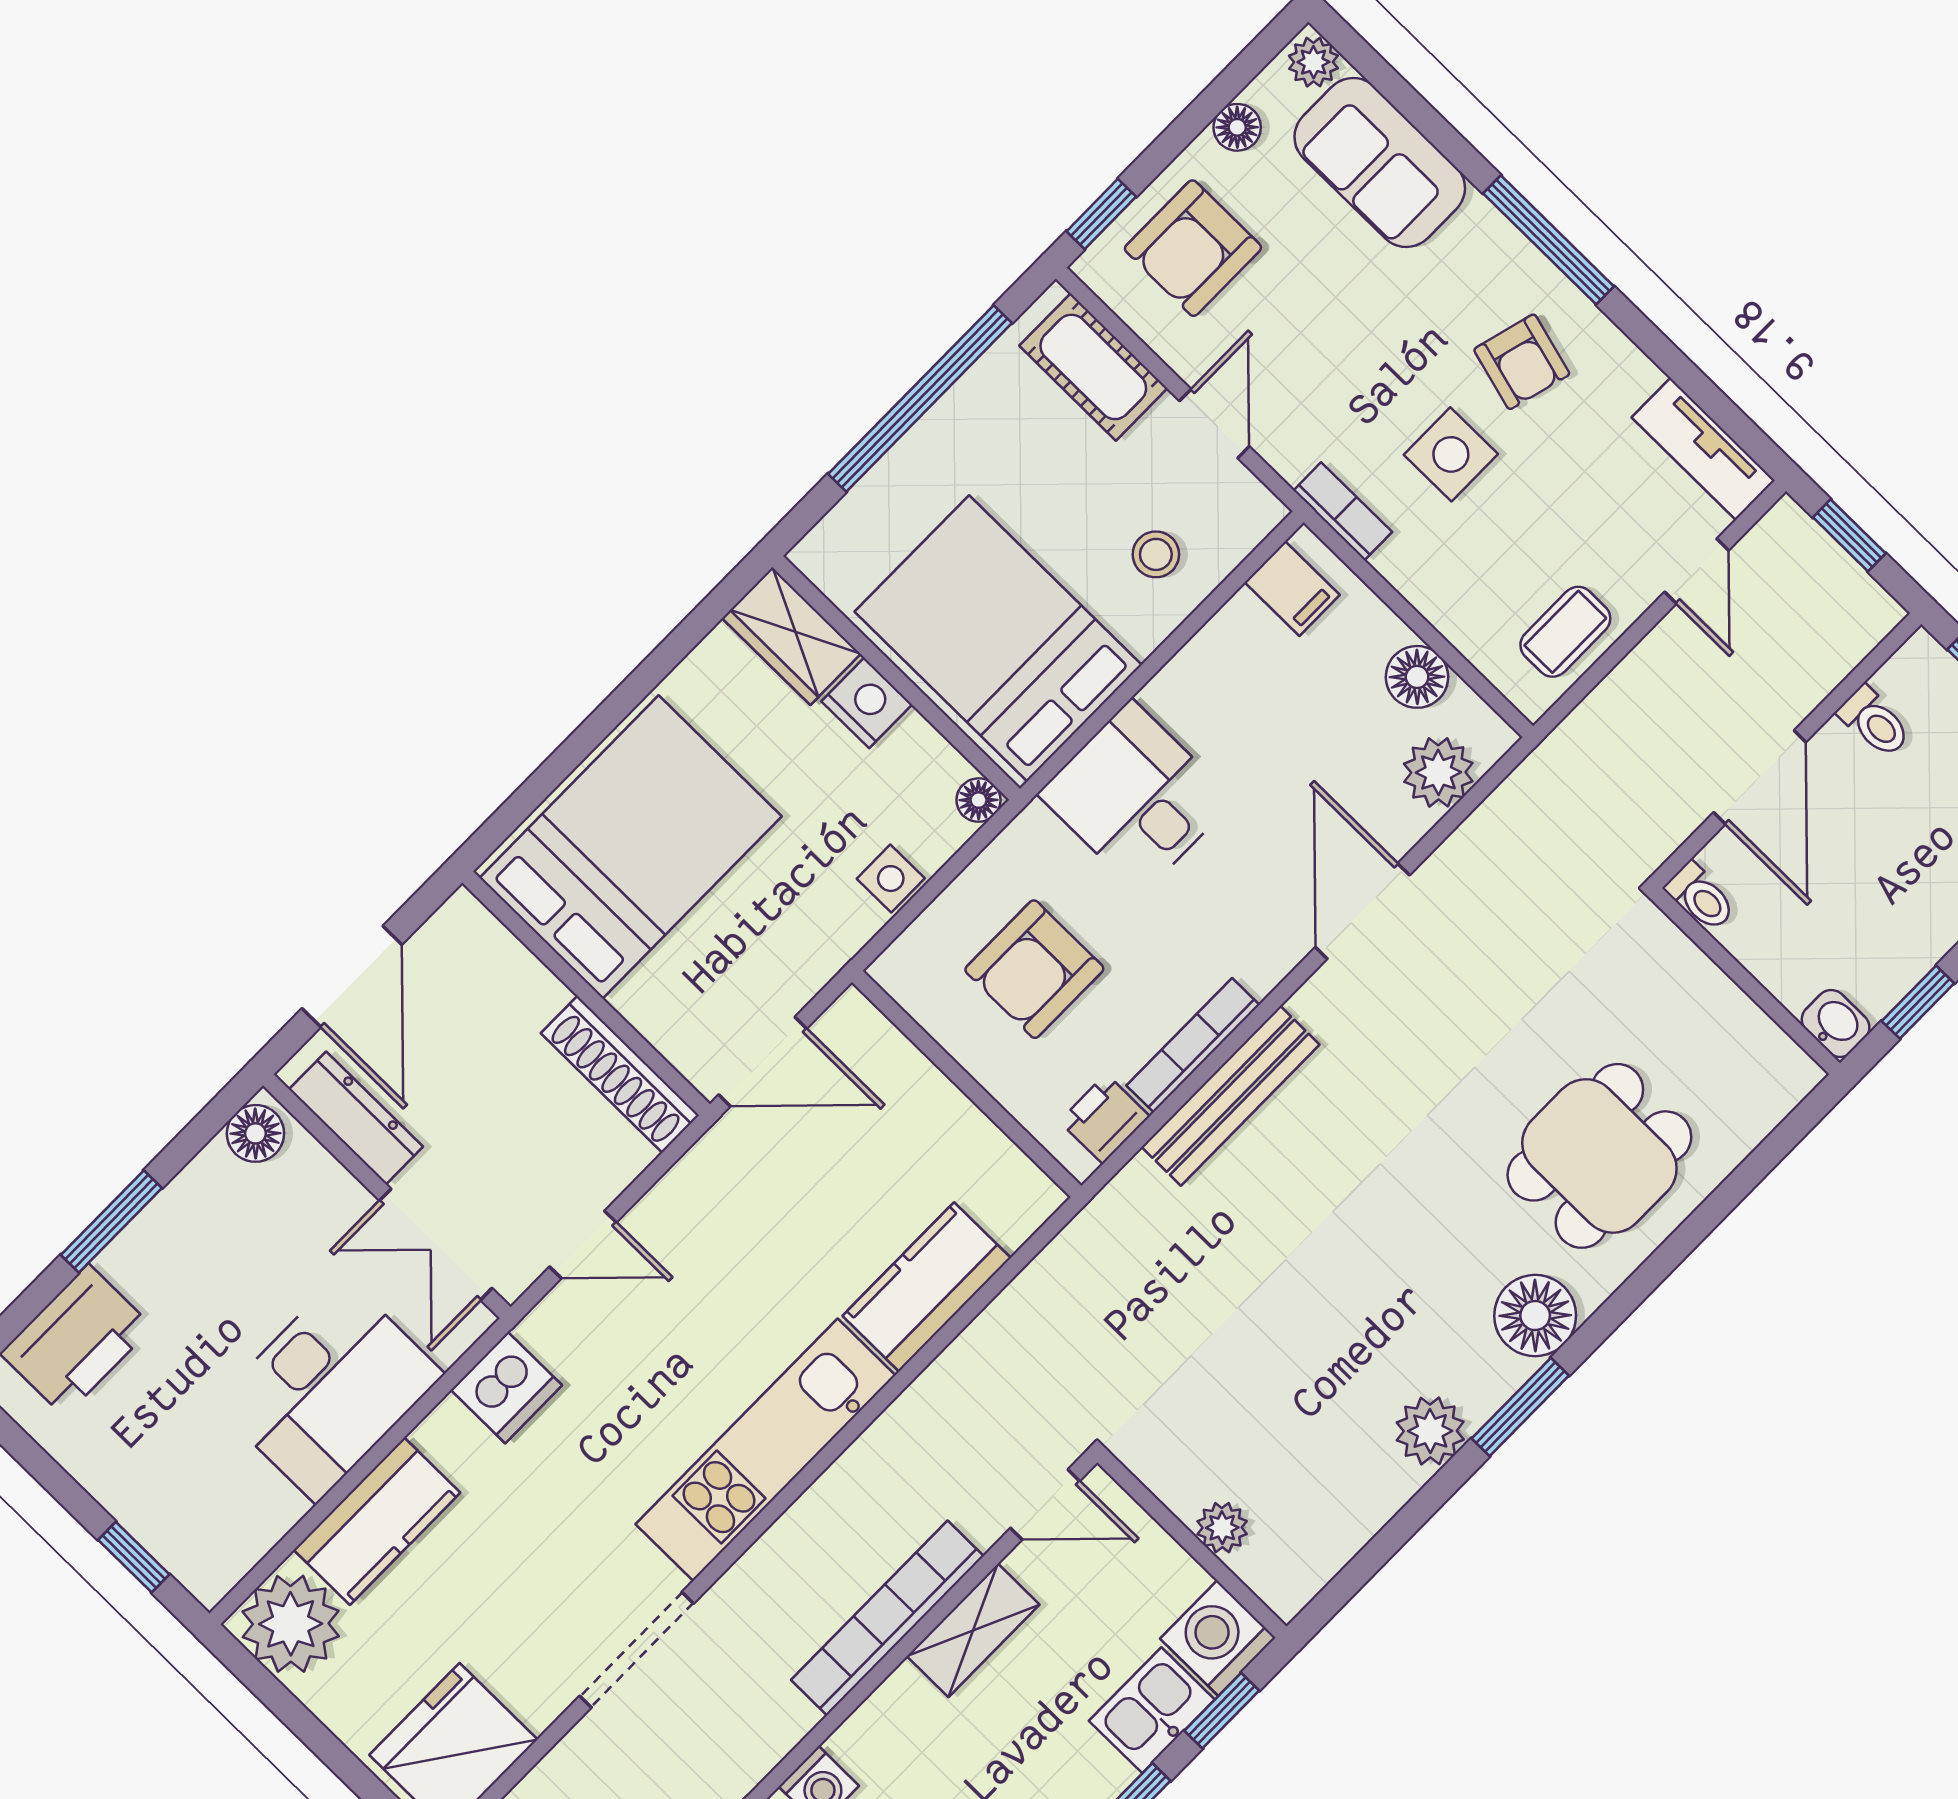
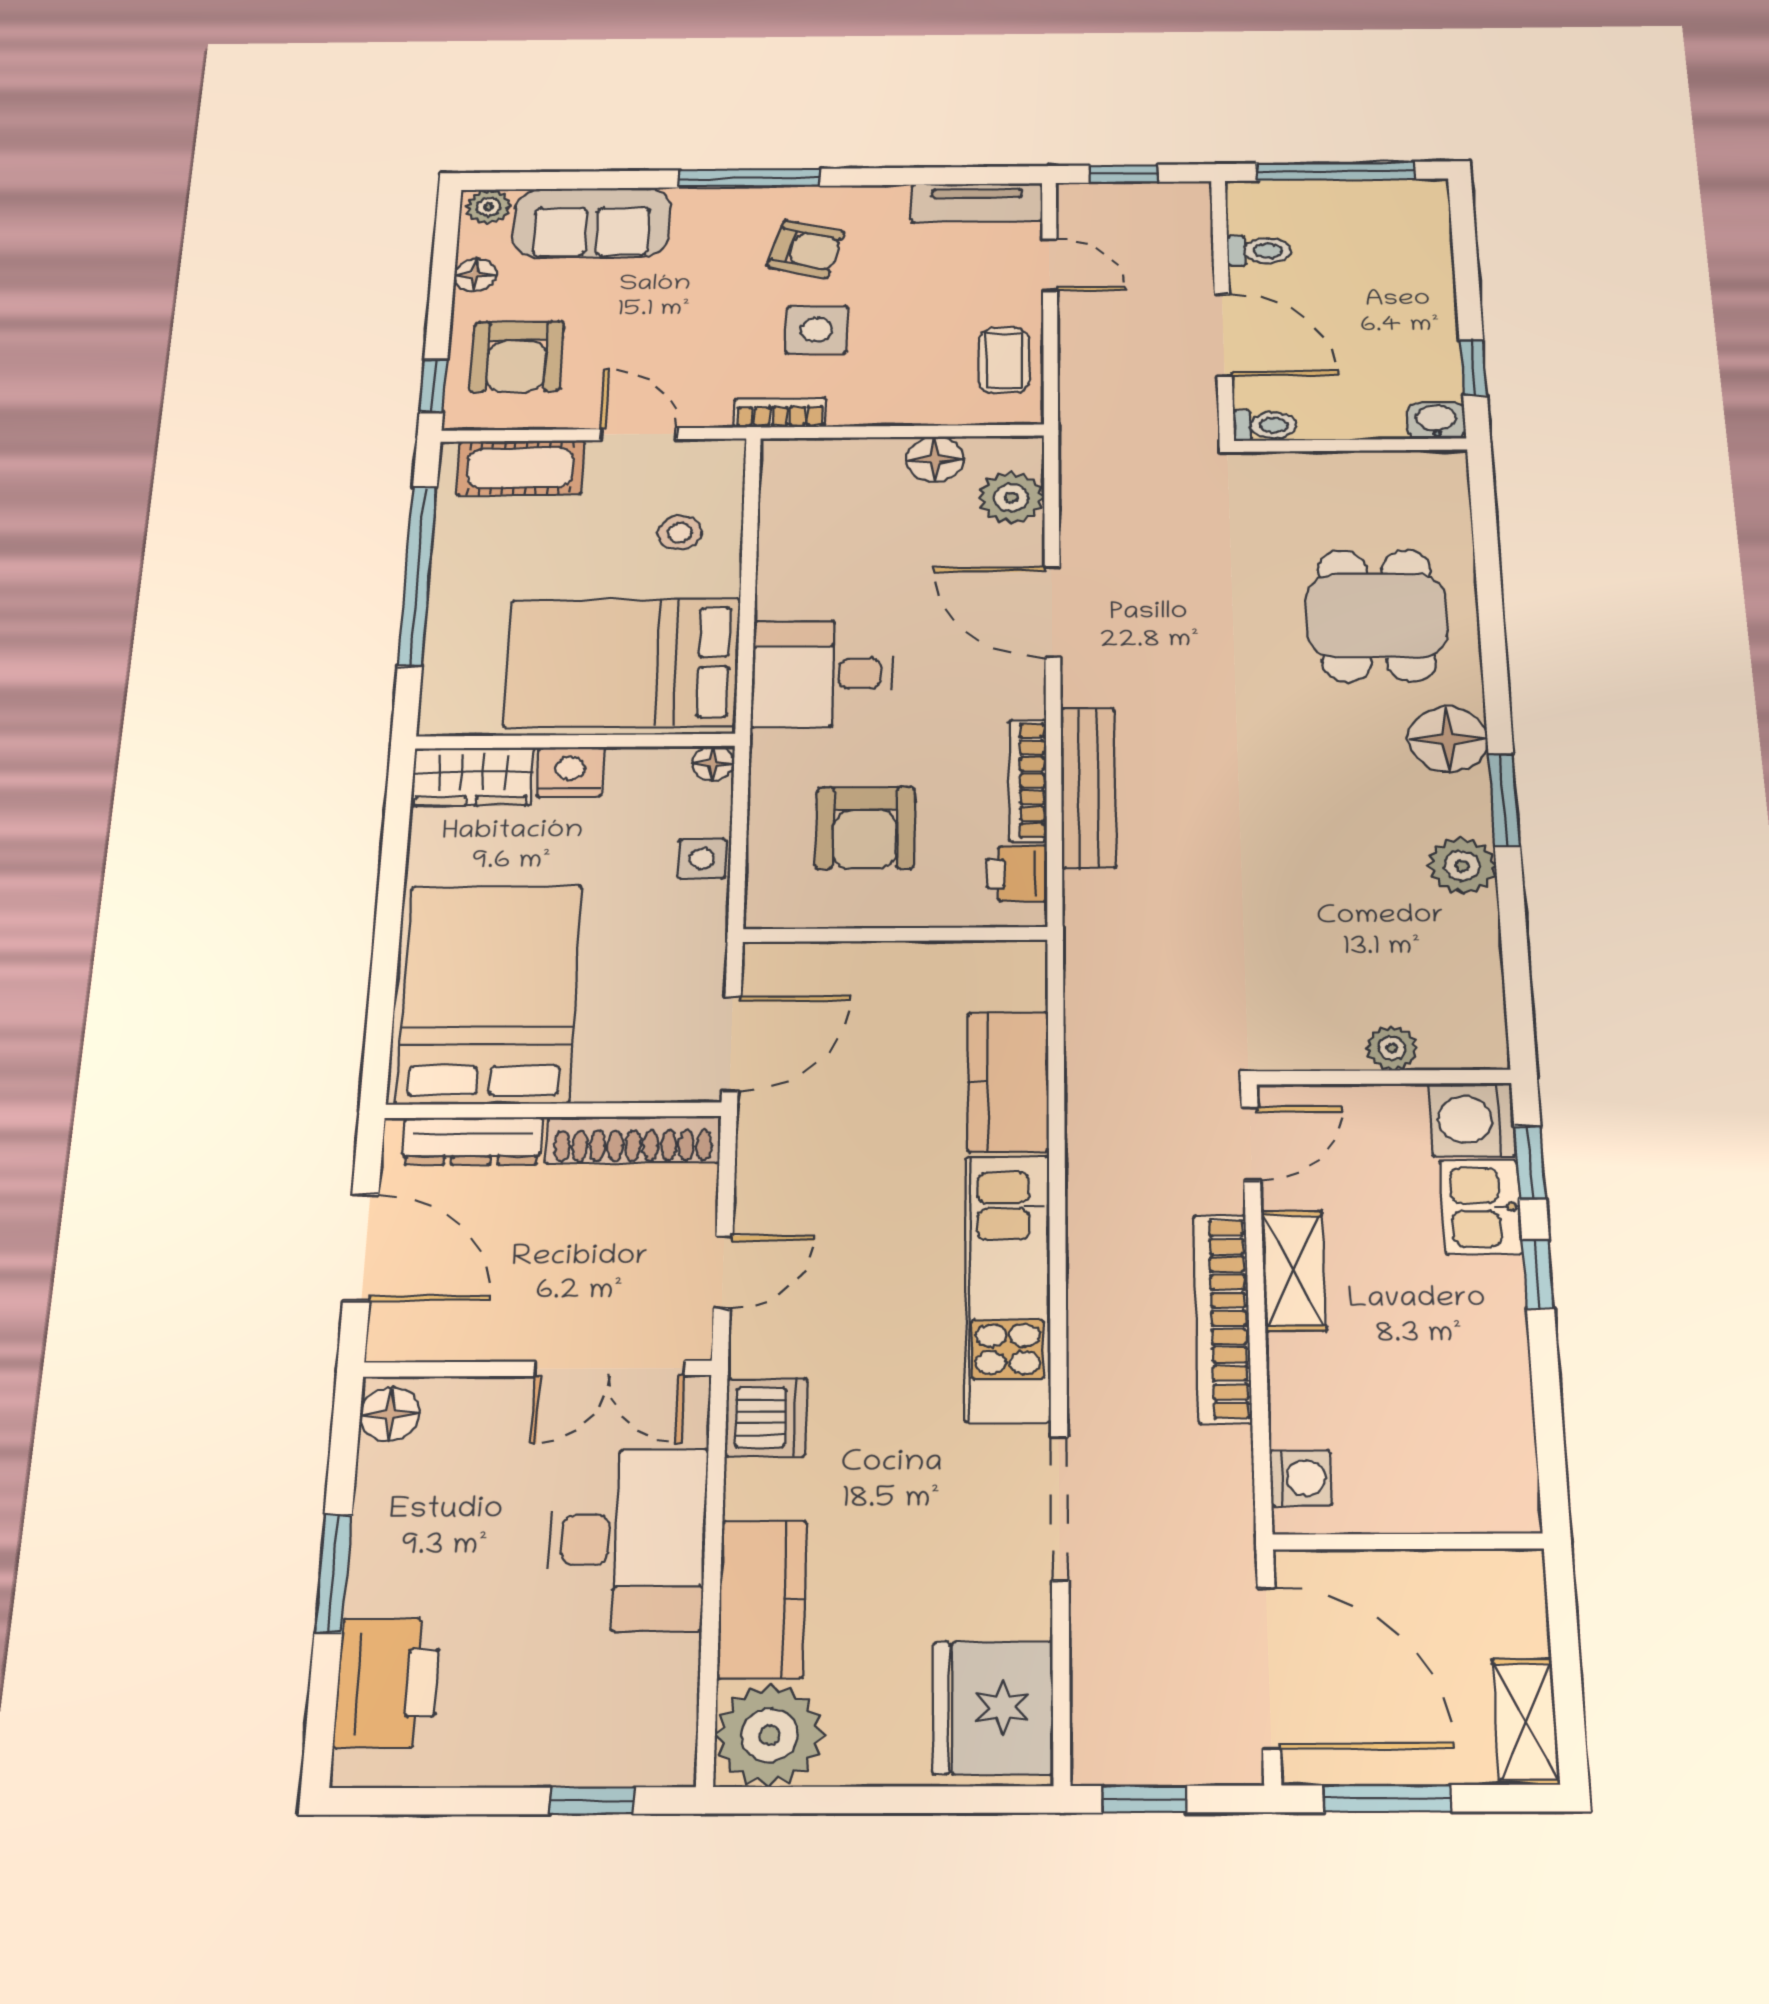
filing cabinet: (1292, 589) -> (795, 479), removed
dresser: (356, 1118) -> (472, 1141), moved, turned 180

